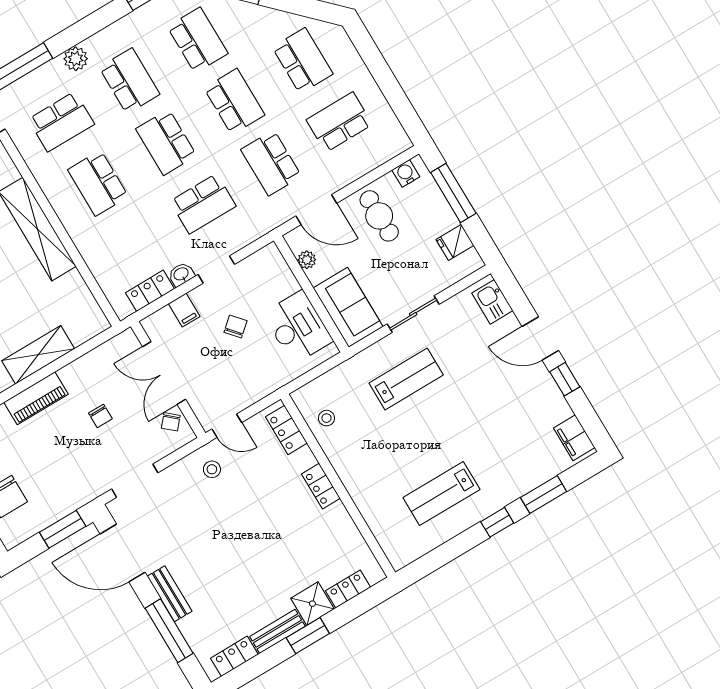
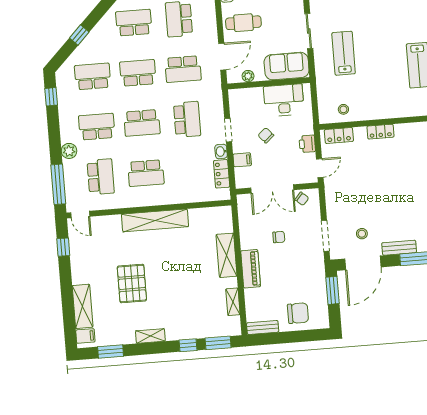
printer: (252, 391) -> (307, 144), added
stool: (212, 469) -> (362, 234), moved

